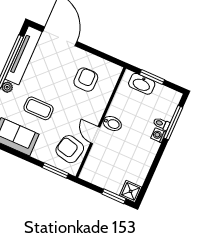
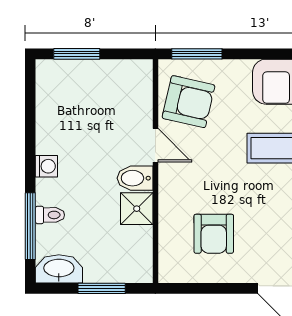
washbasin: (142, 84) -> (59, 269), moved
washing machine: (158, 135) -> (46, 166), moved
shower: (131, 191) -> (137, 209), moved

